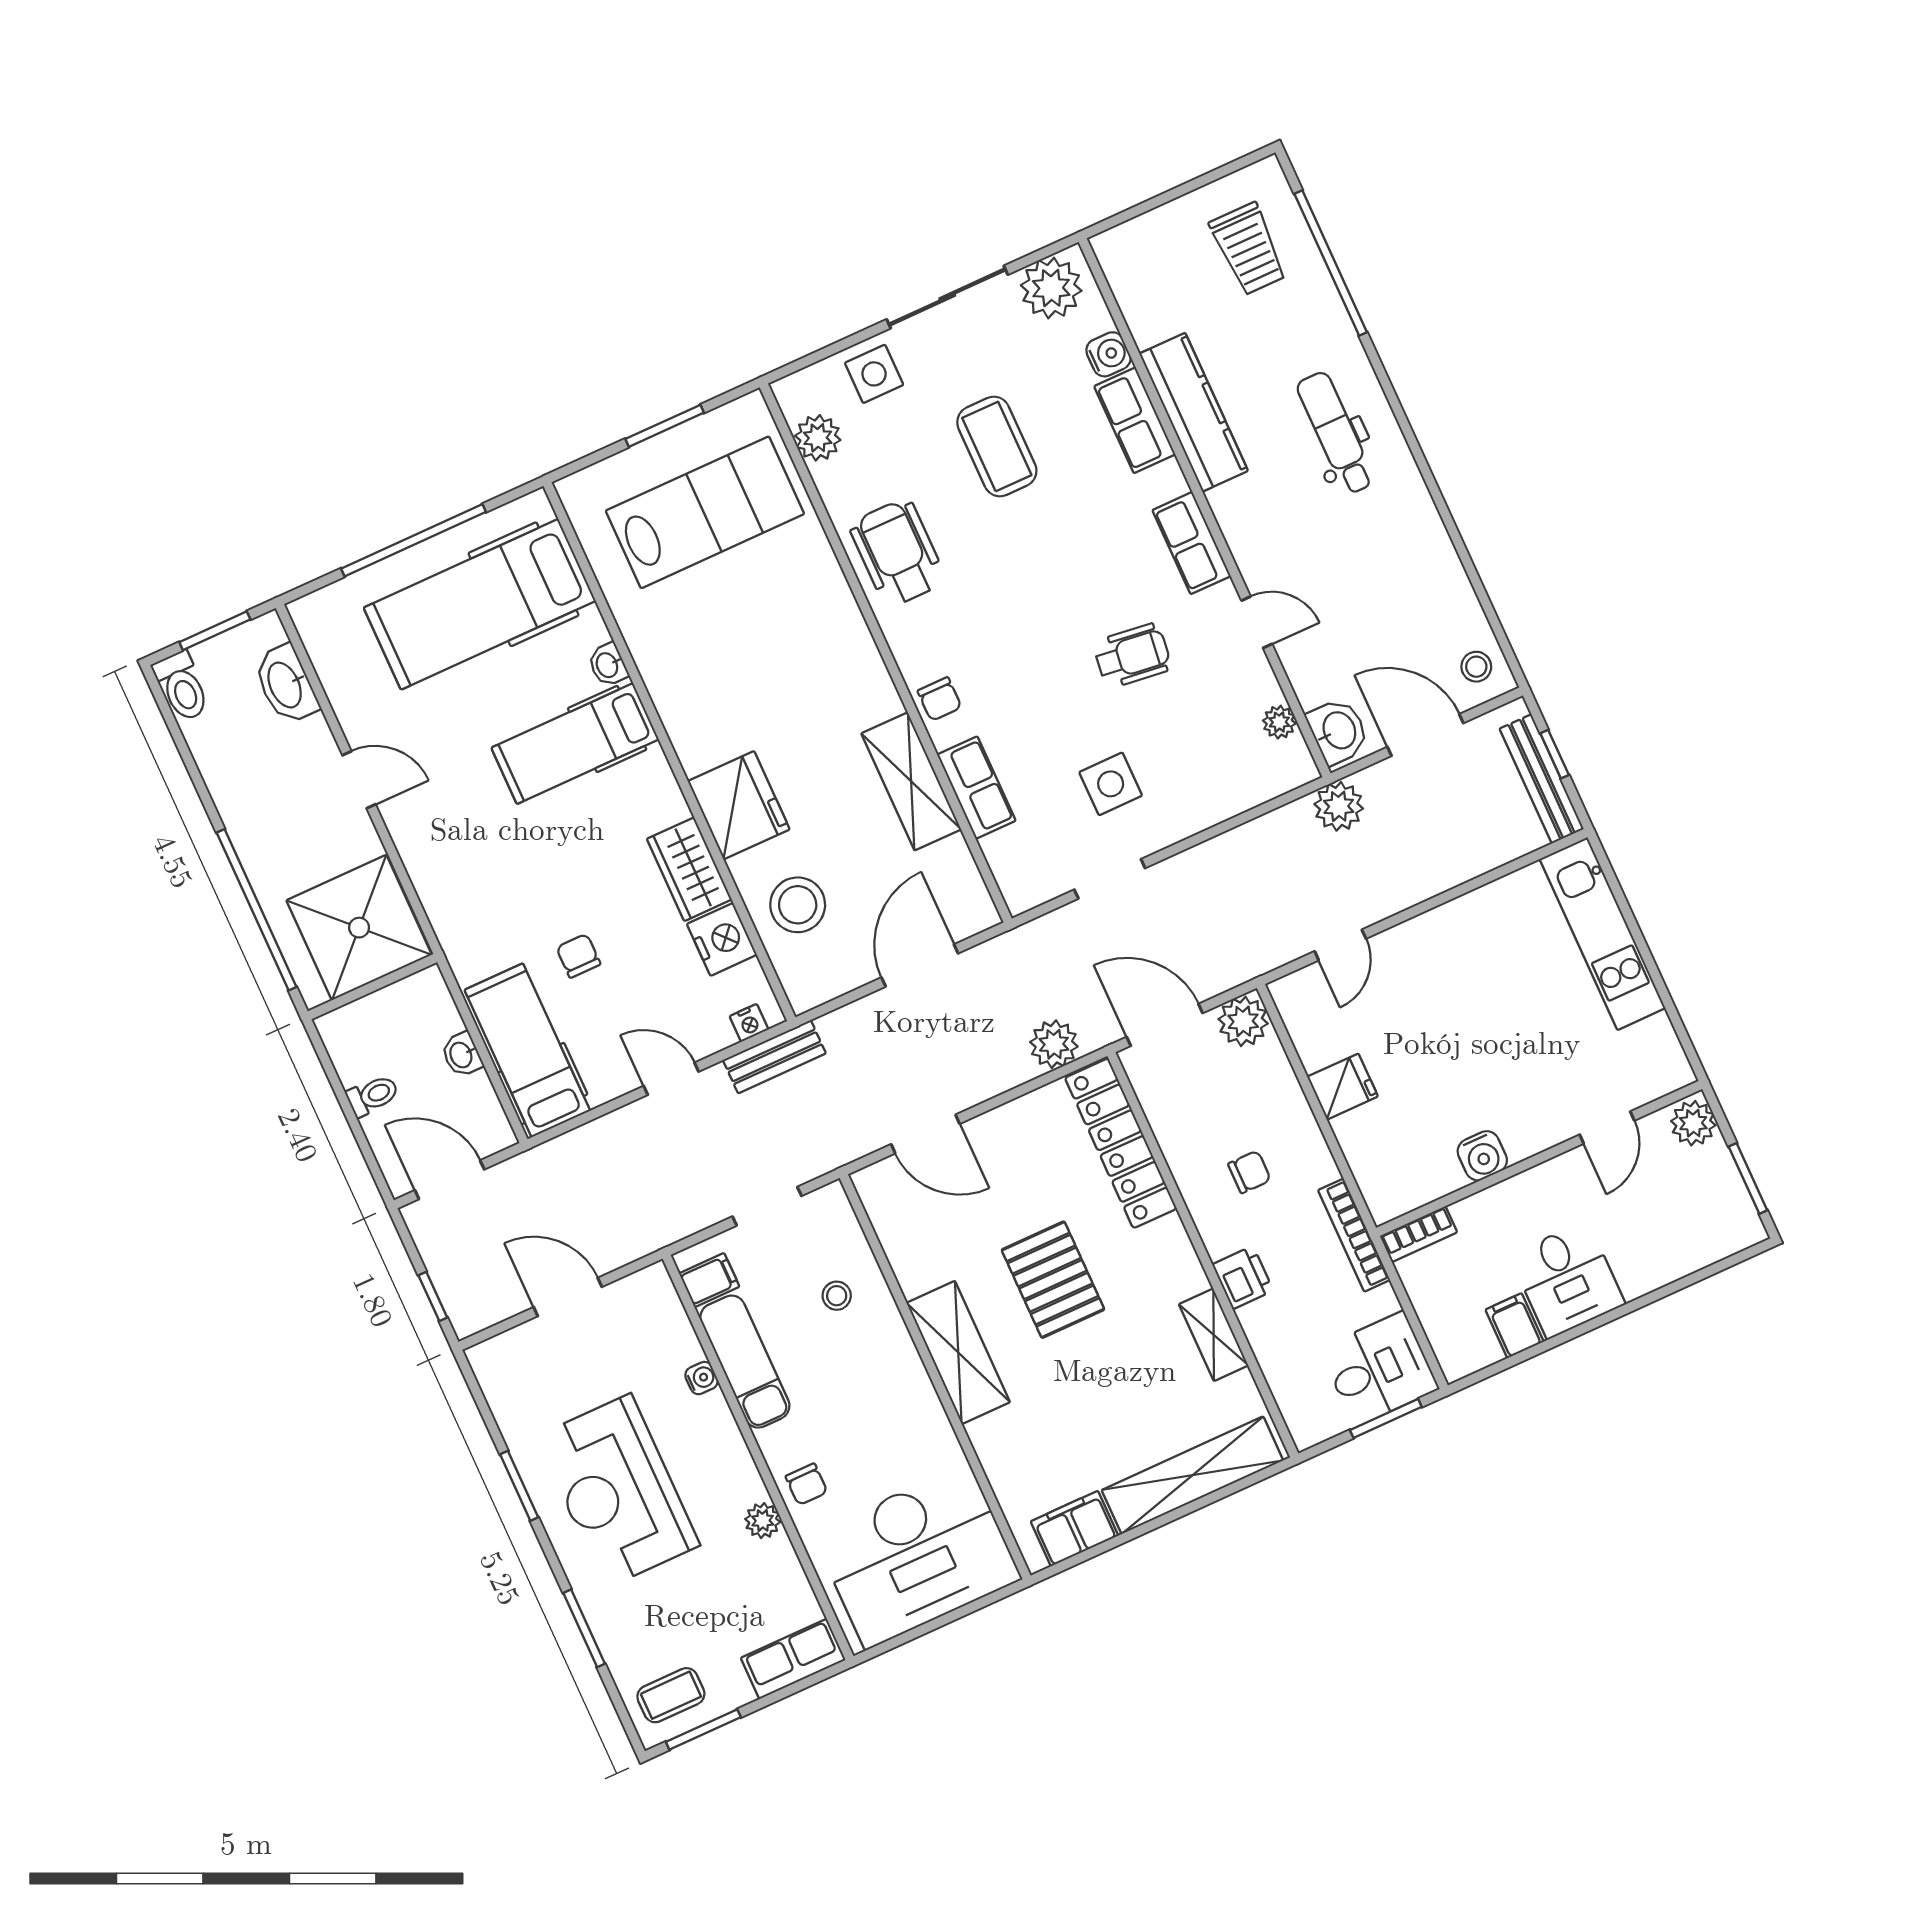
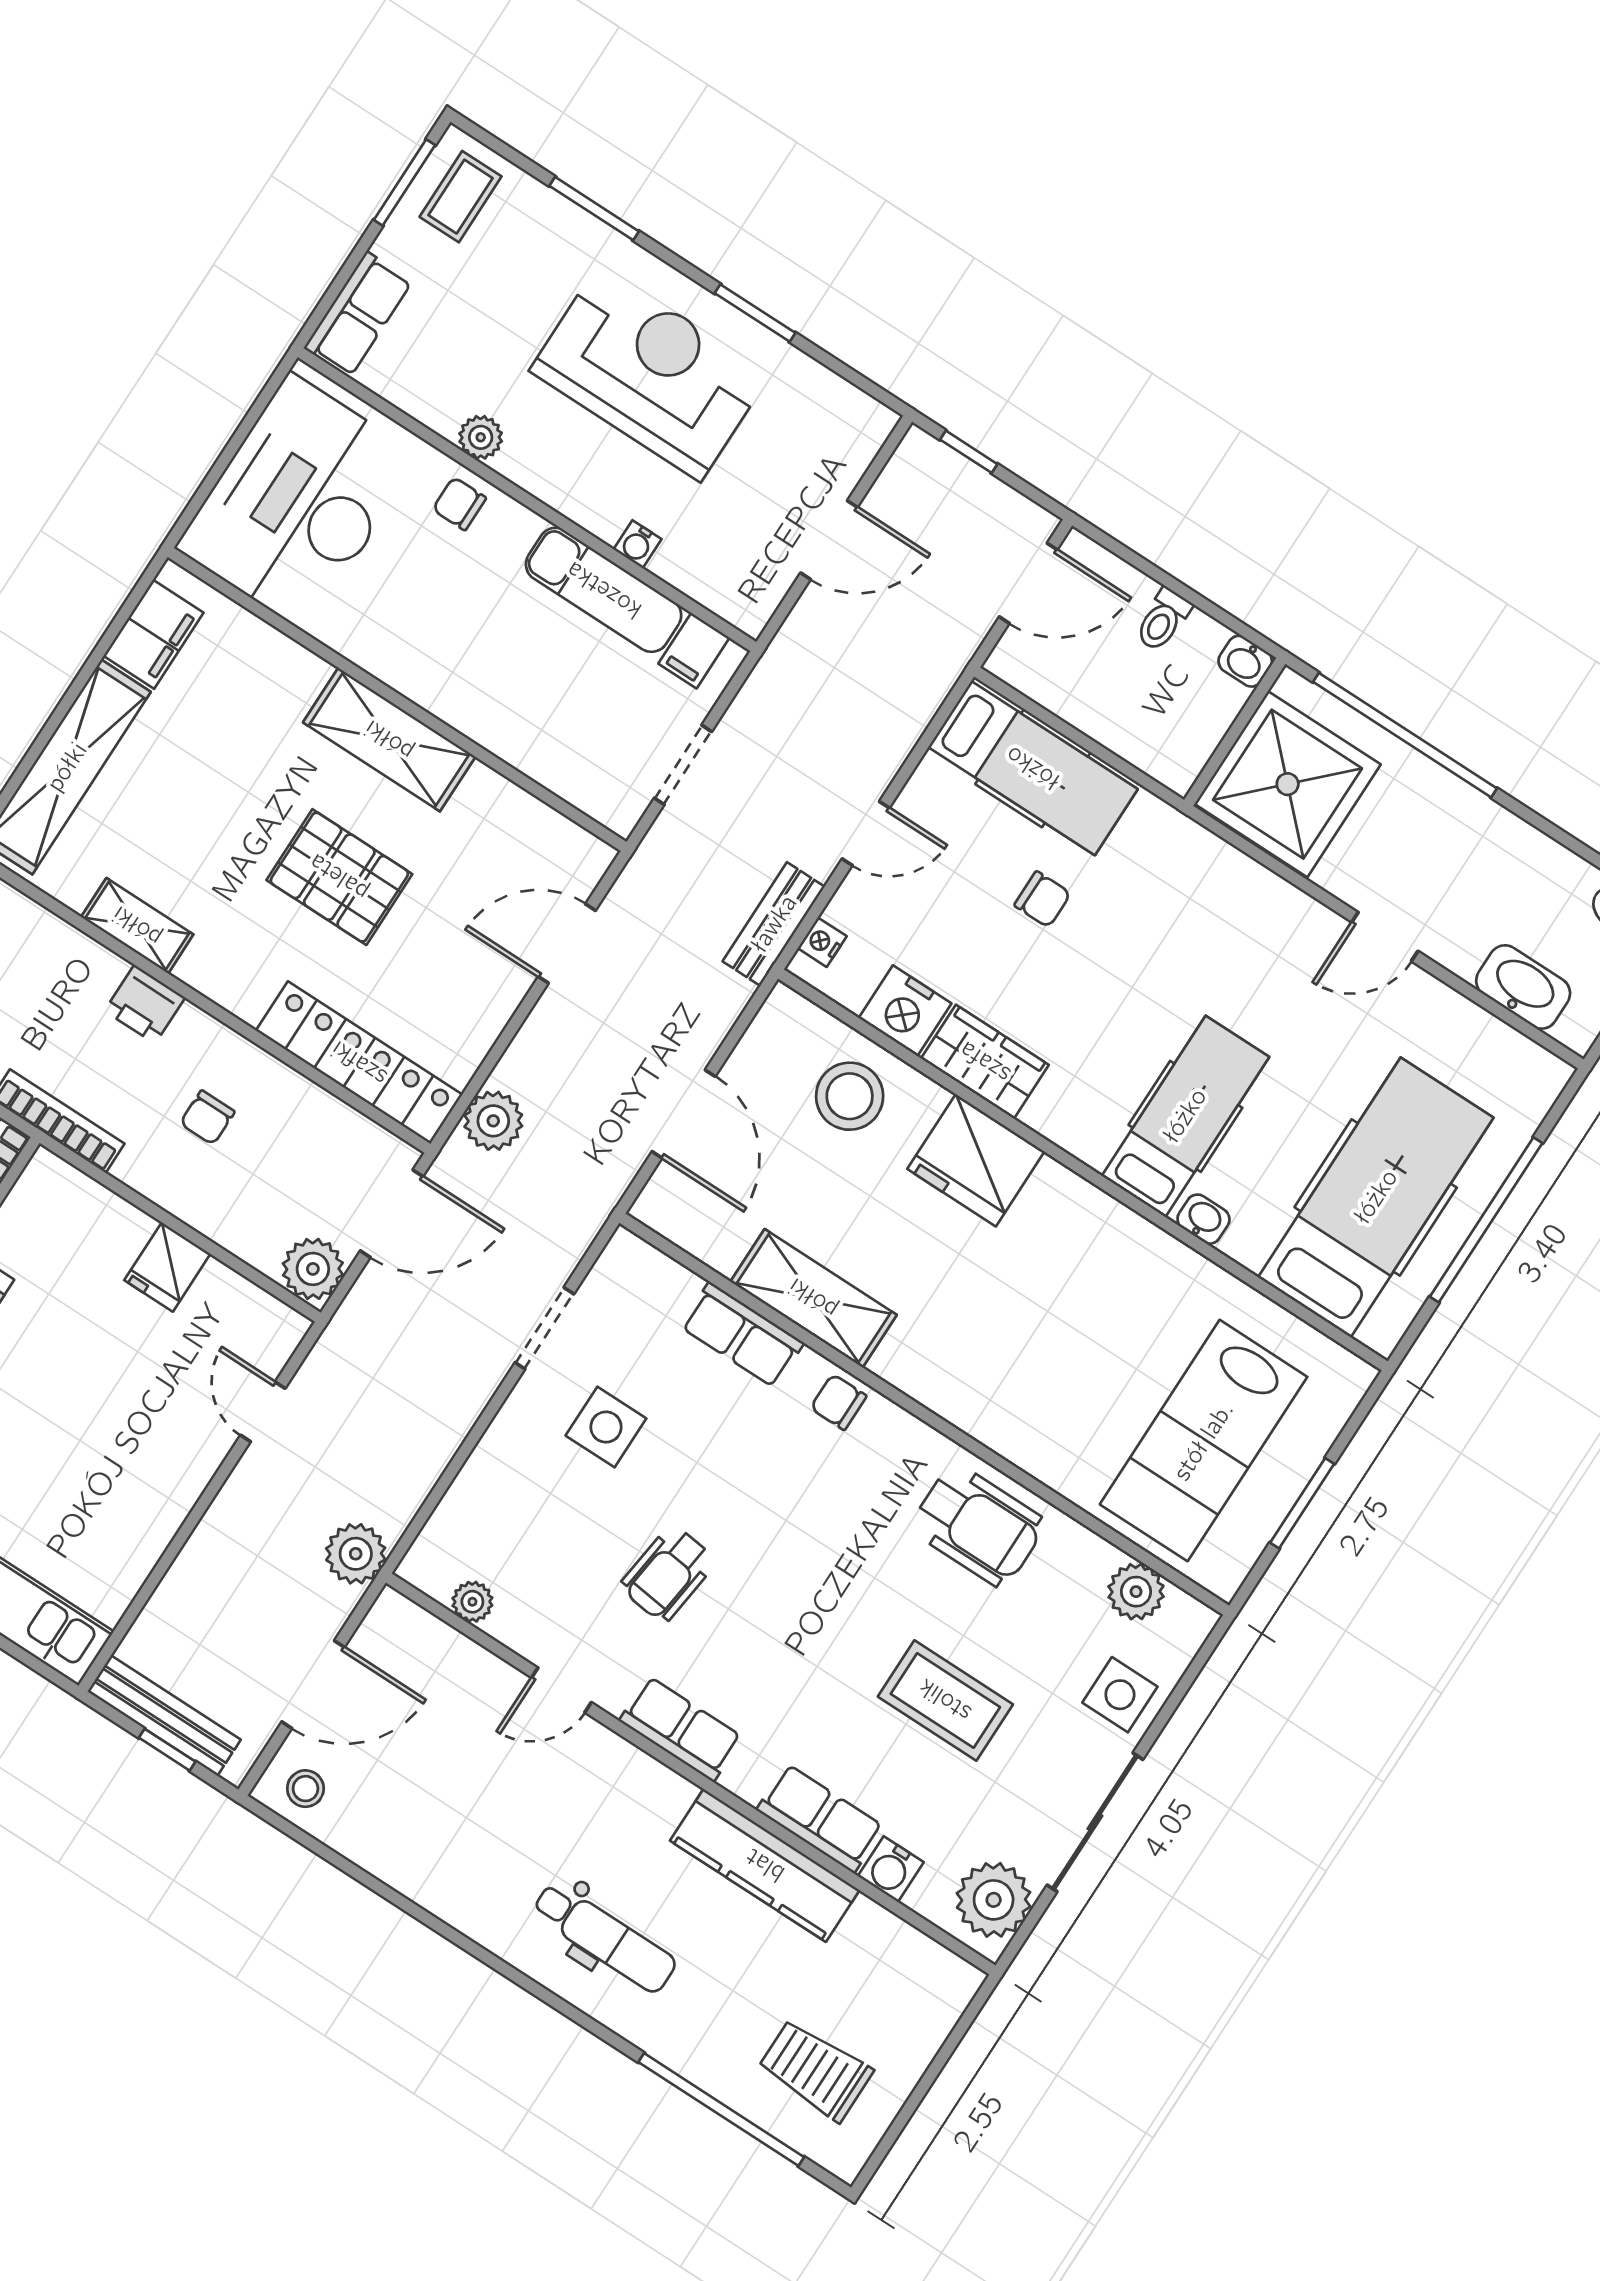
washbasin: (1338, 731) -> (406, 1631), removed
washbasin: (462, 1055) -> (1245, 661), moved, turned 180
stool: (837, 1296) -> (552, 718), removed

